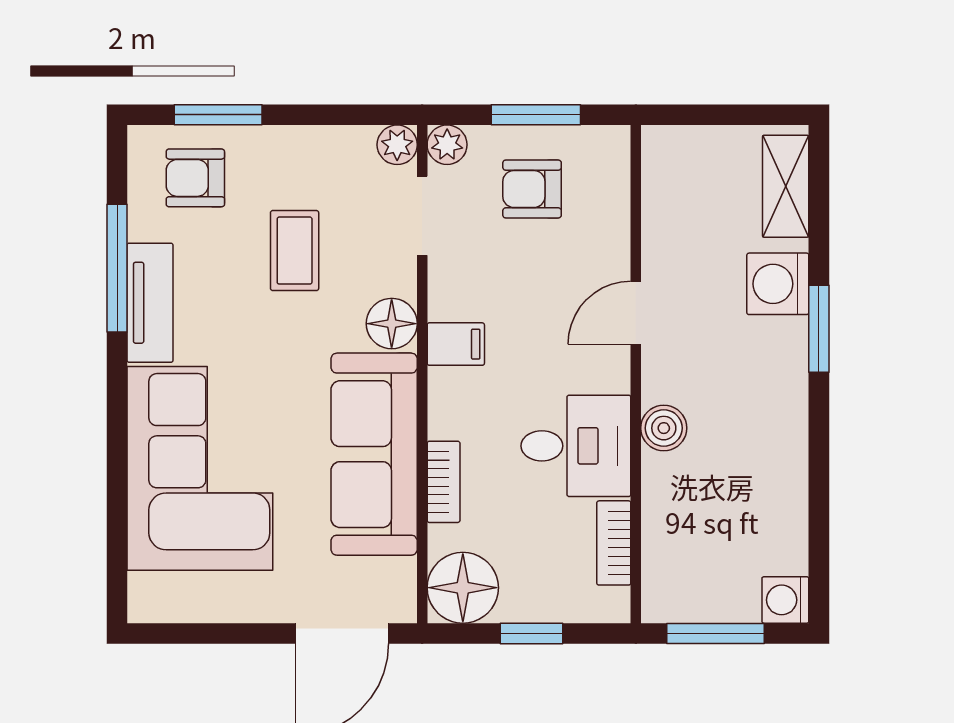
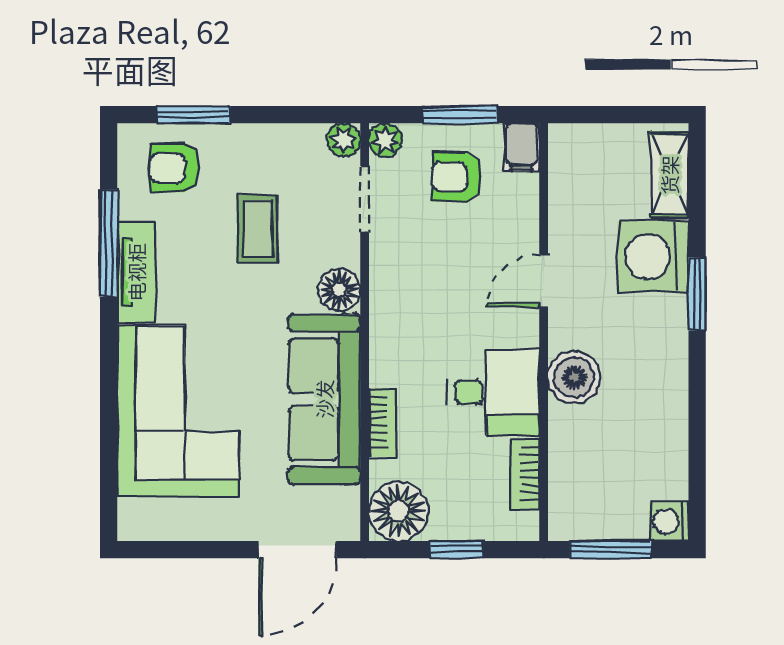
washing machine: (778, 284) -> (653, 257), width x1.37, depth x1.37
filing cabinet: (456, 344) -> (521, 147), moved, turned 90
boiler: (664, 428) -> (574, 377), width x1.36, depth x1.36

